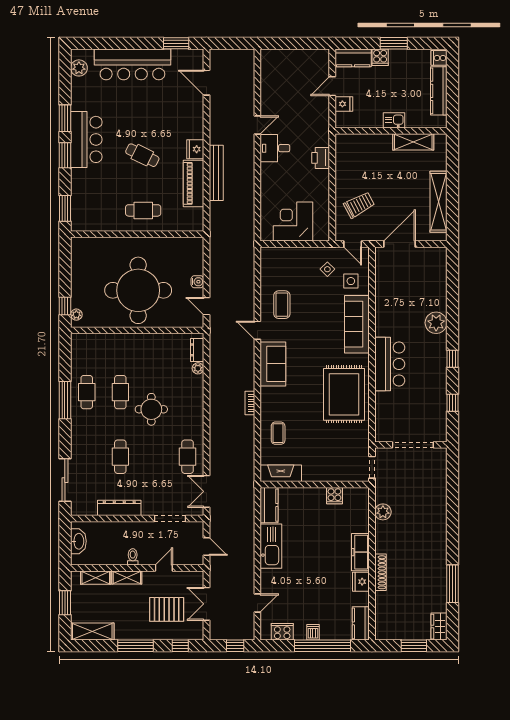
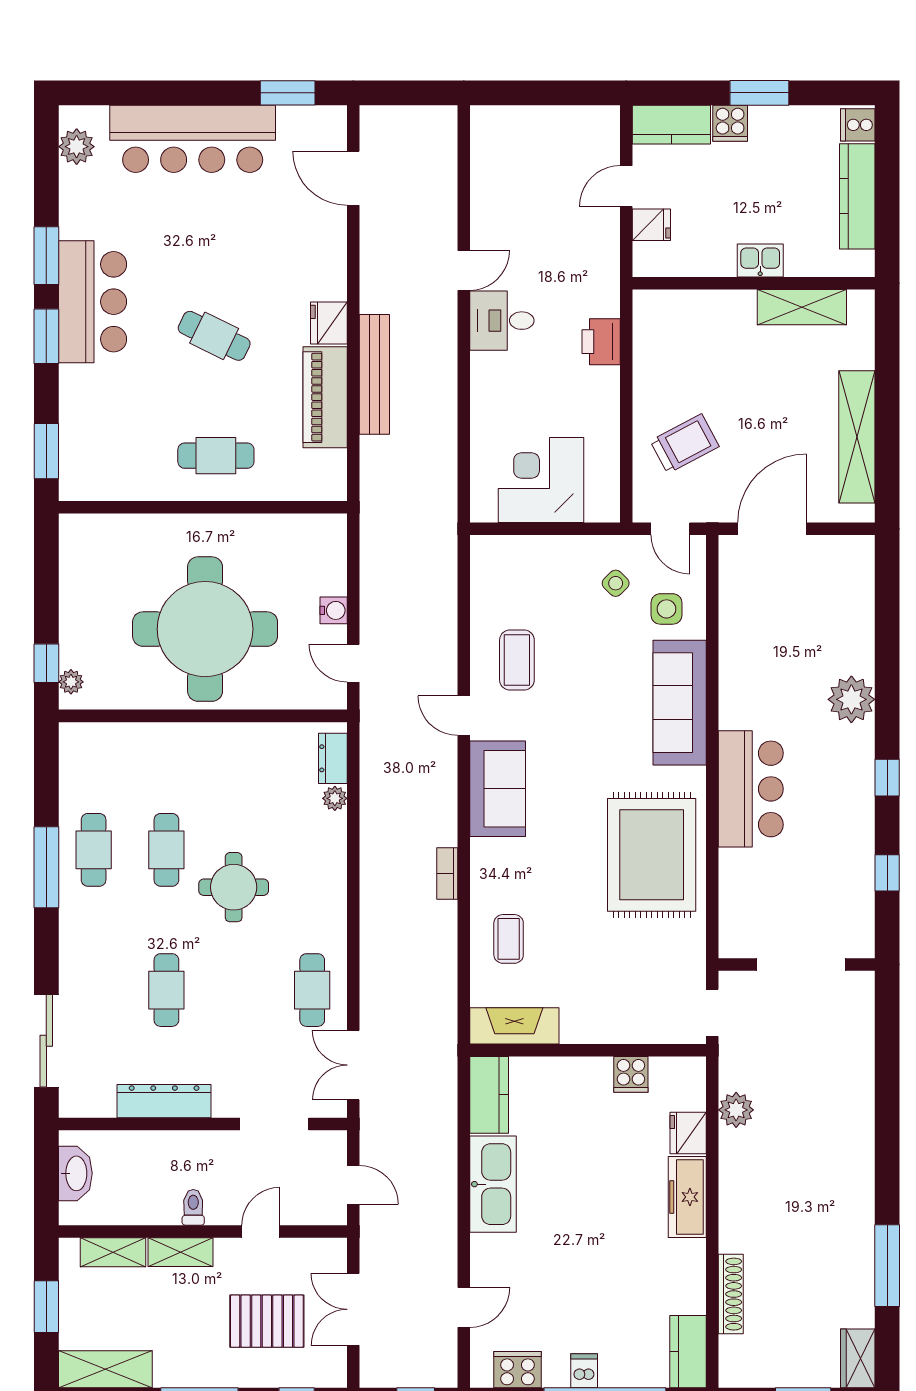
shoe rack: (380, 572) -> (731, 1294), moved
fridge: (361, 582) -> (688, 1133), moved

